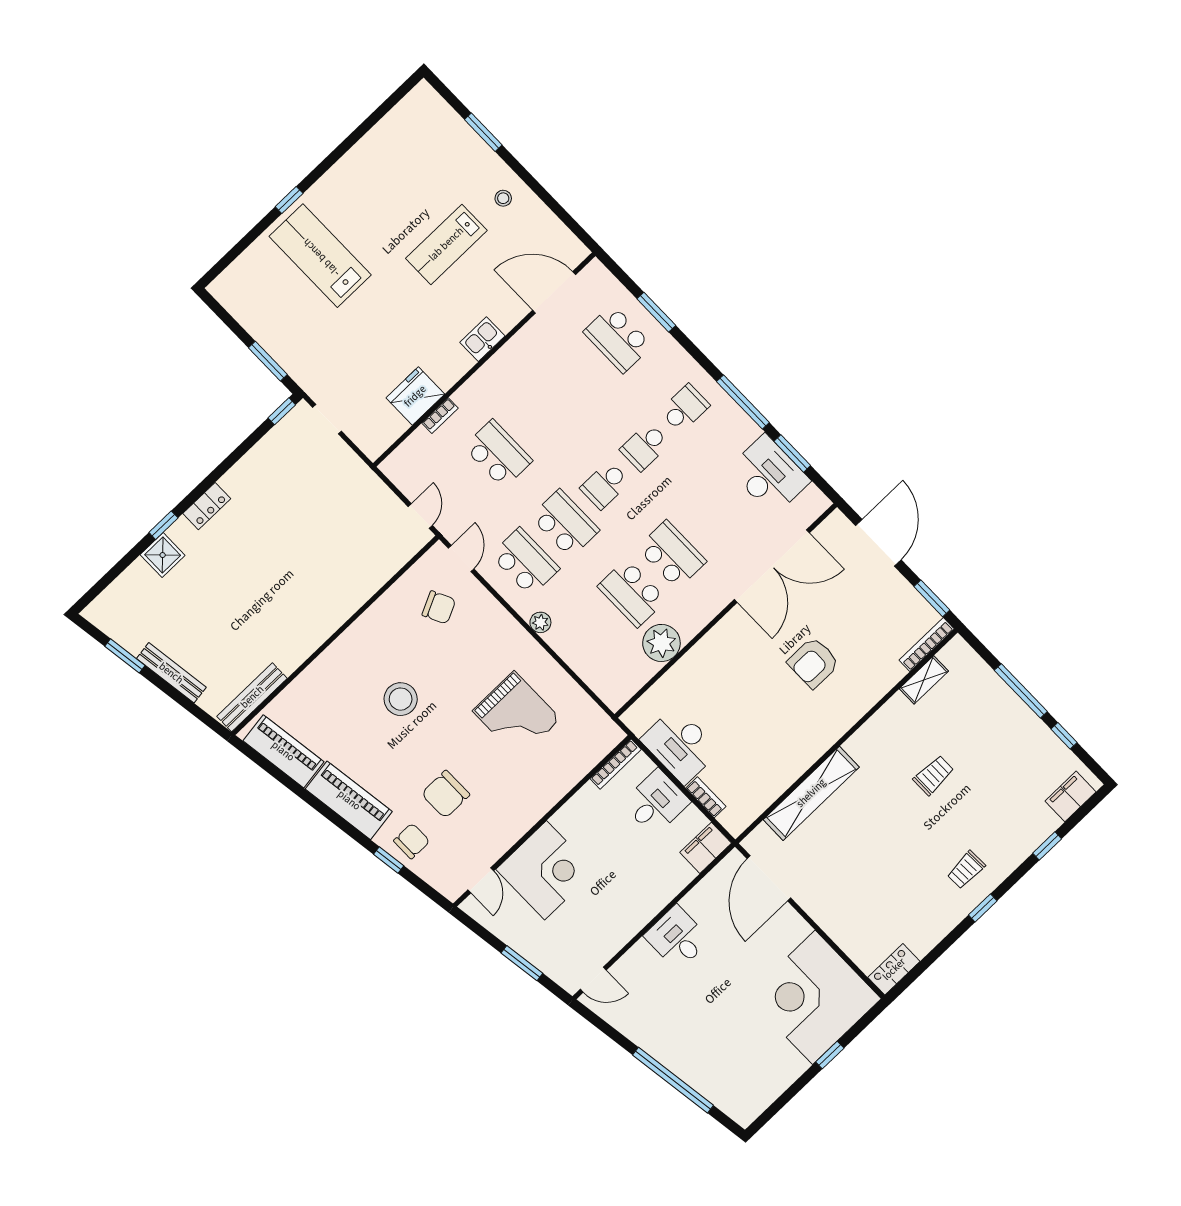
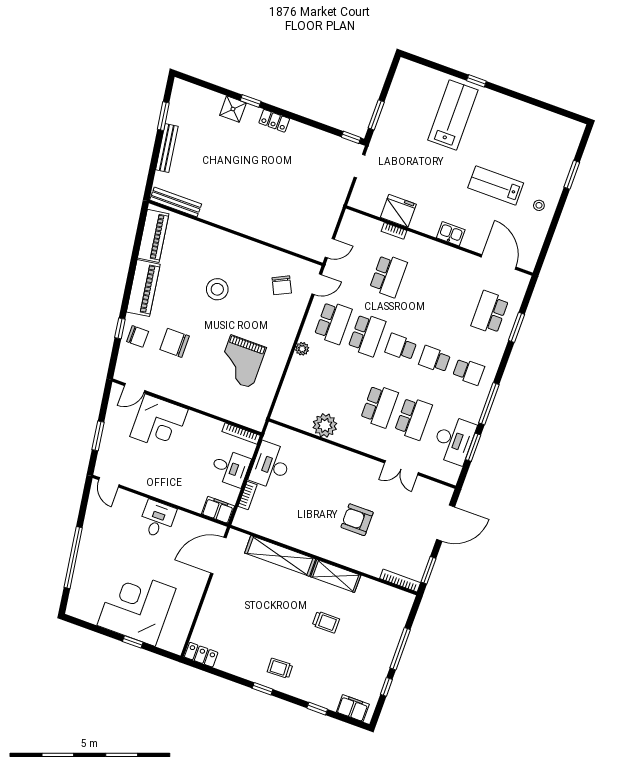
double door: (772, 566) -> (401, 468), width x0.54
school desk: (632, 593) -> (413, 418), moved, turned 180
shelving: (924, 680) -> (336, 576), moved, width x1.50, depth x1.33
corner desk: (814, 997) -> (136, 607), moved

